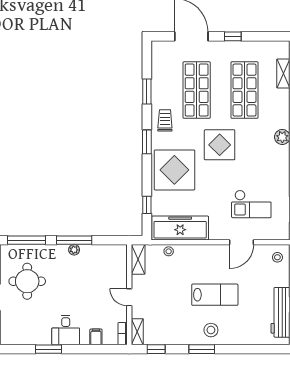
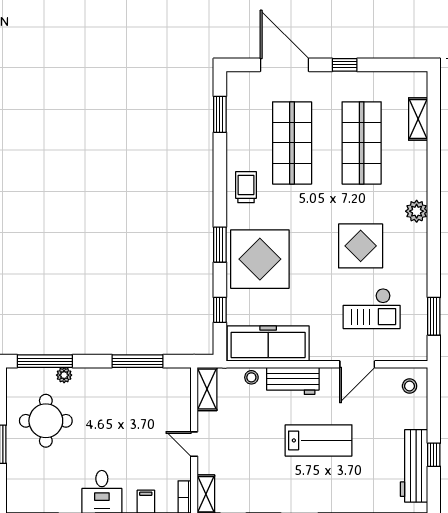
window: (147, 91) -> (220, 114), moved
window: (147, 142) -> (220, 245), moved
display table: (220, 145) -> (361, 246), moved
window: (74, 240) -> (137, 361), moved
plant: (74, 250) -> (64, 375), moved
workbench: (197, 254) -> (293, 381), added
stool: (211, 330) -> (313, 492), removed

